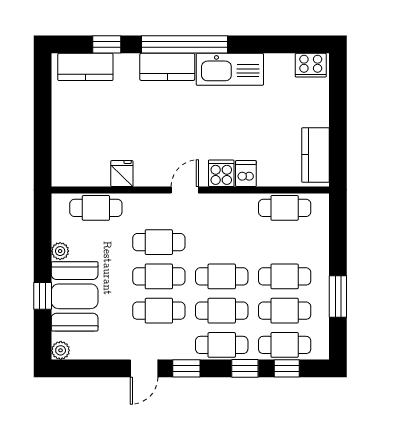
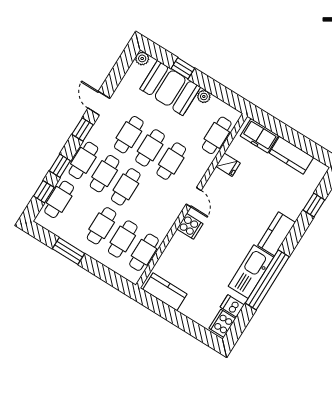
window: (184, 44) -> (267, 280), moved
kitchen counter: (85, 67) -> (291, 155), moved, turned -90
freezer: (66, 158) -> (259, 136), added
dishwasher: (246, 174) -> (232, 306), moved, turned 180
cafe table: (285, 311) -> (123, 239), moved

